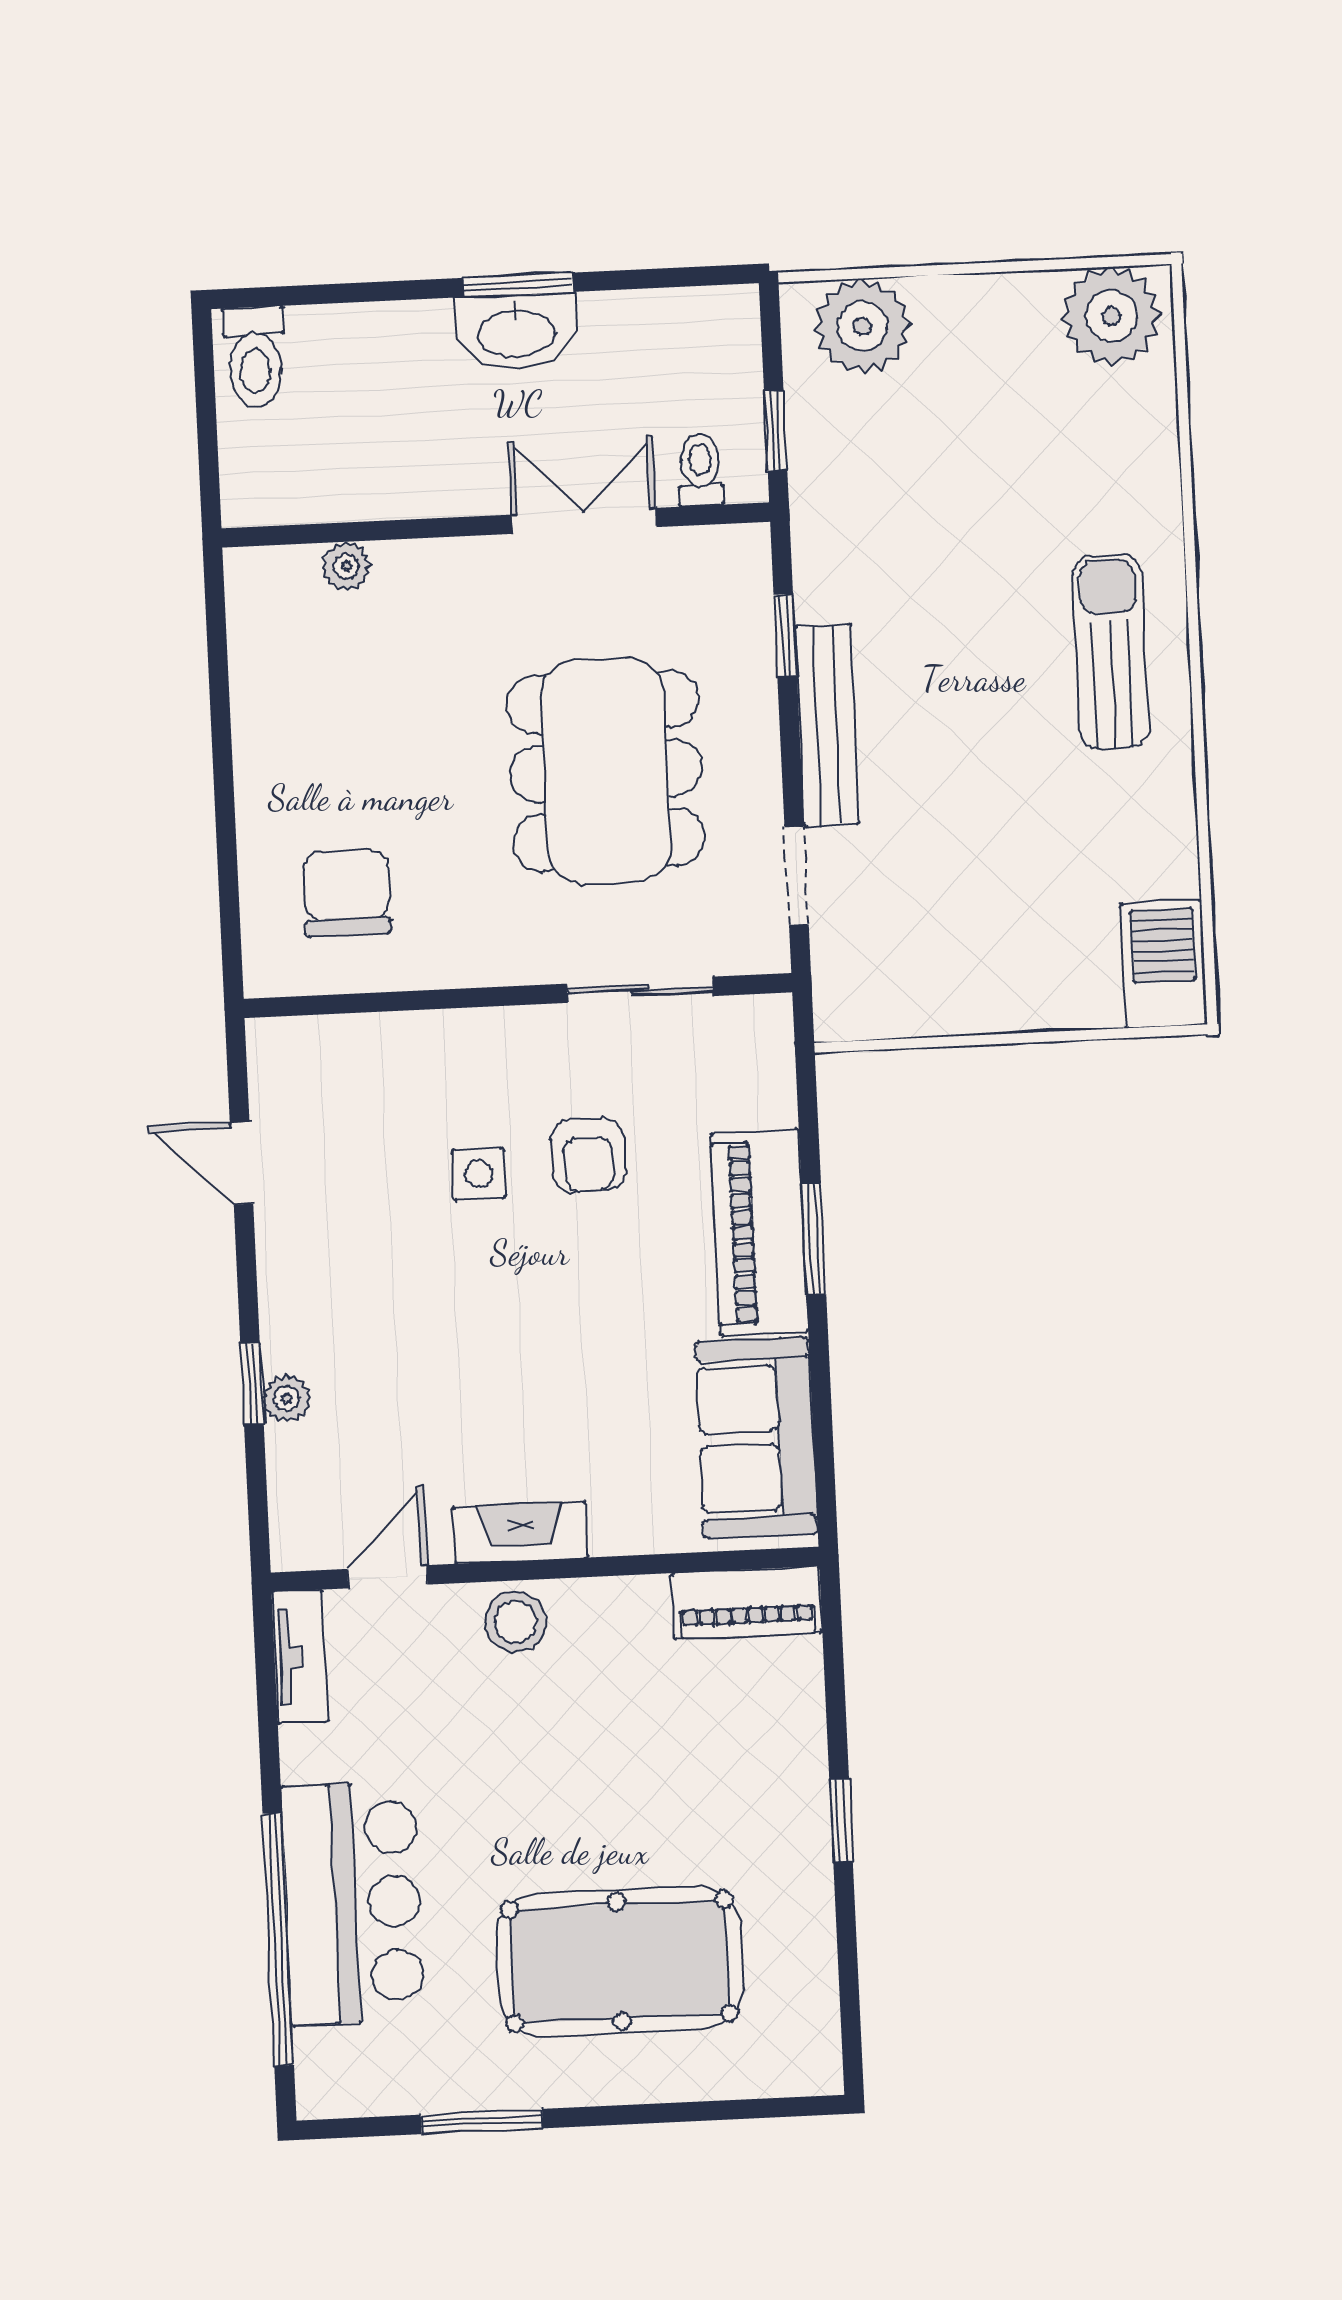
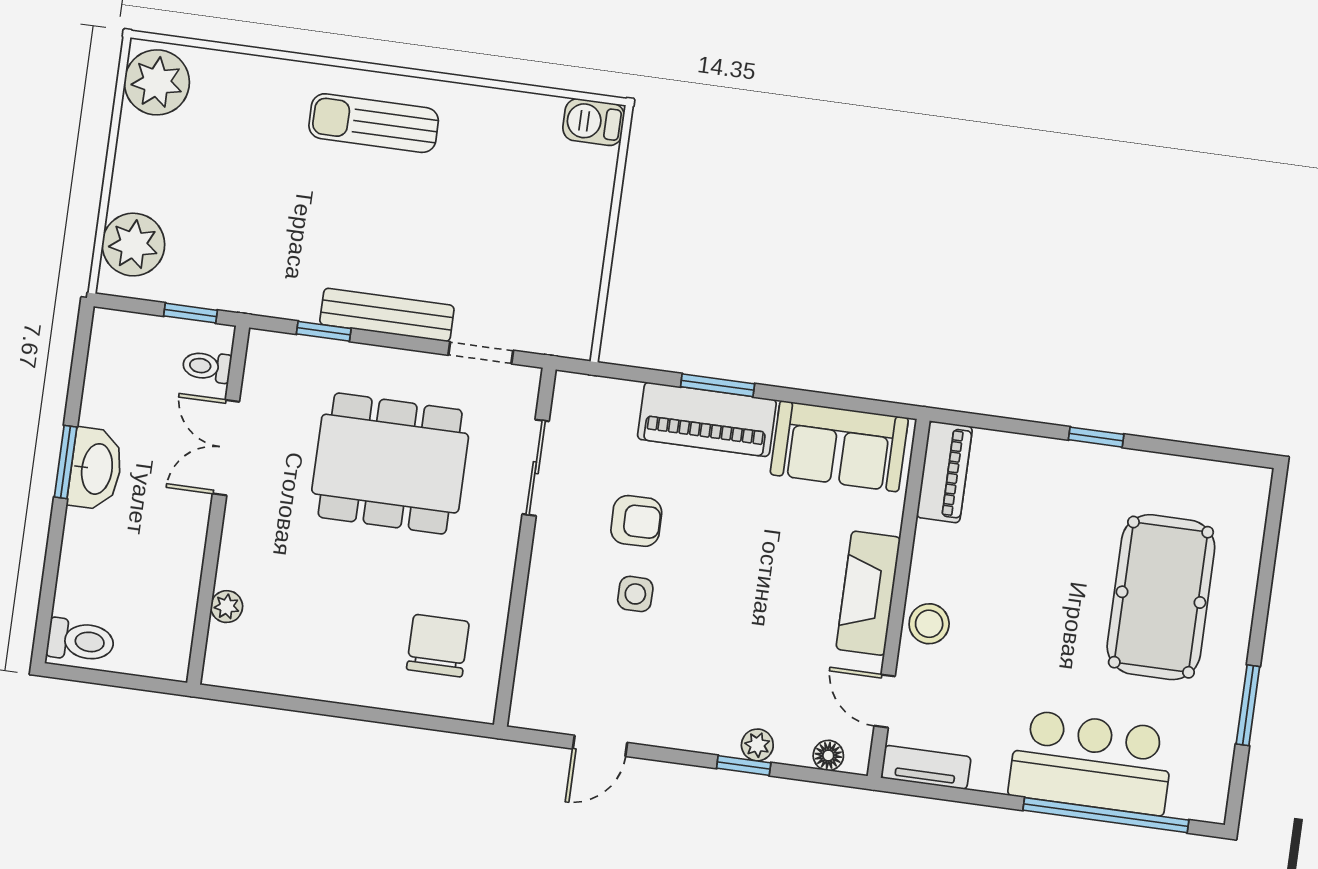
chair: (347, 893) -> (438, 646), turned 90
barbecue: (1164, 964) -> (594, 122), width x0.73, depth x0.79
floor lamp: (290, 1508) -> (828, 755), added
fireplace: (520, 1532) -> (868, 593), width x1.37, depth x1.32

